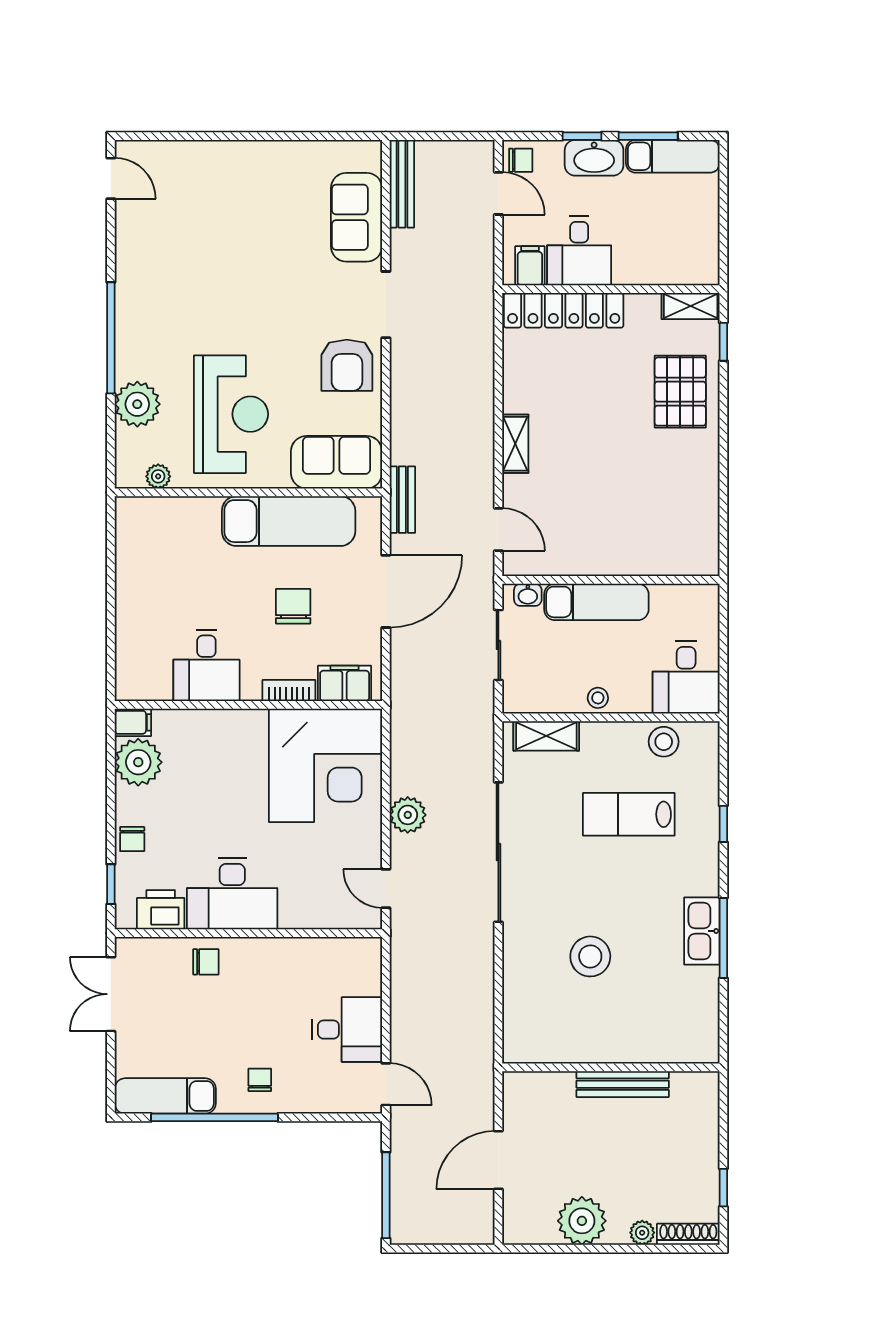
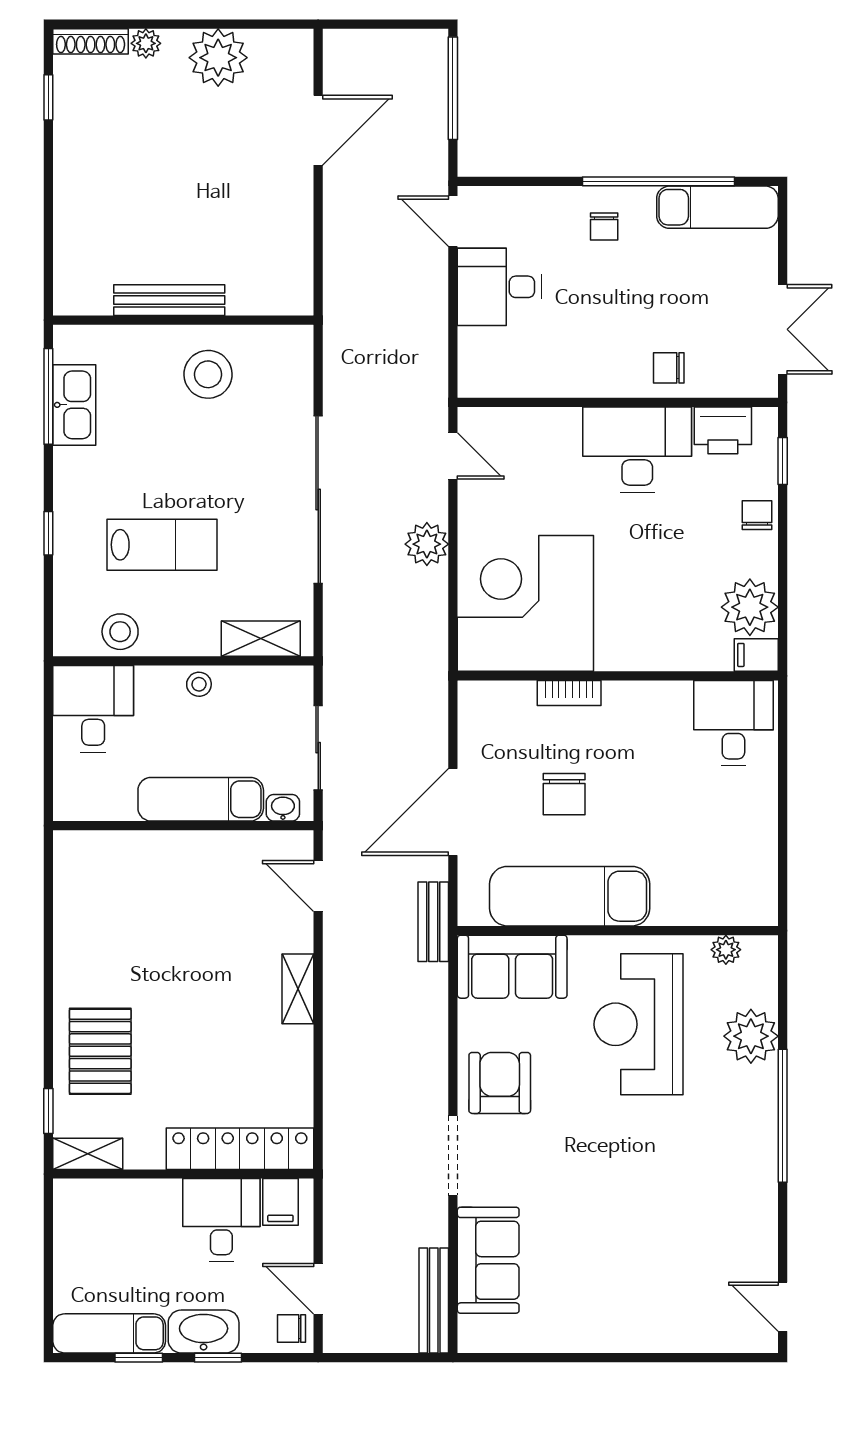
window: (648, 136) -> (139, 1358), width x0.67
desk: (206, 665) -> (733, 723), moved
filing cabinet: (345, 683) -> (503, 702), removed
wall: (611, 1067) -> (183, 320), moved
bench: (623, 1084) -> (169, 300), moved

